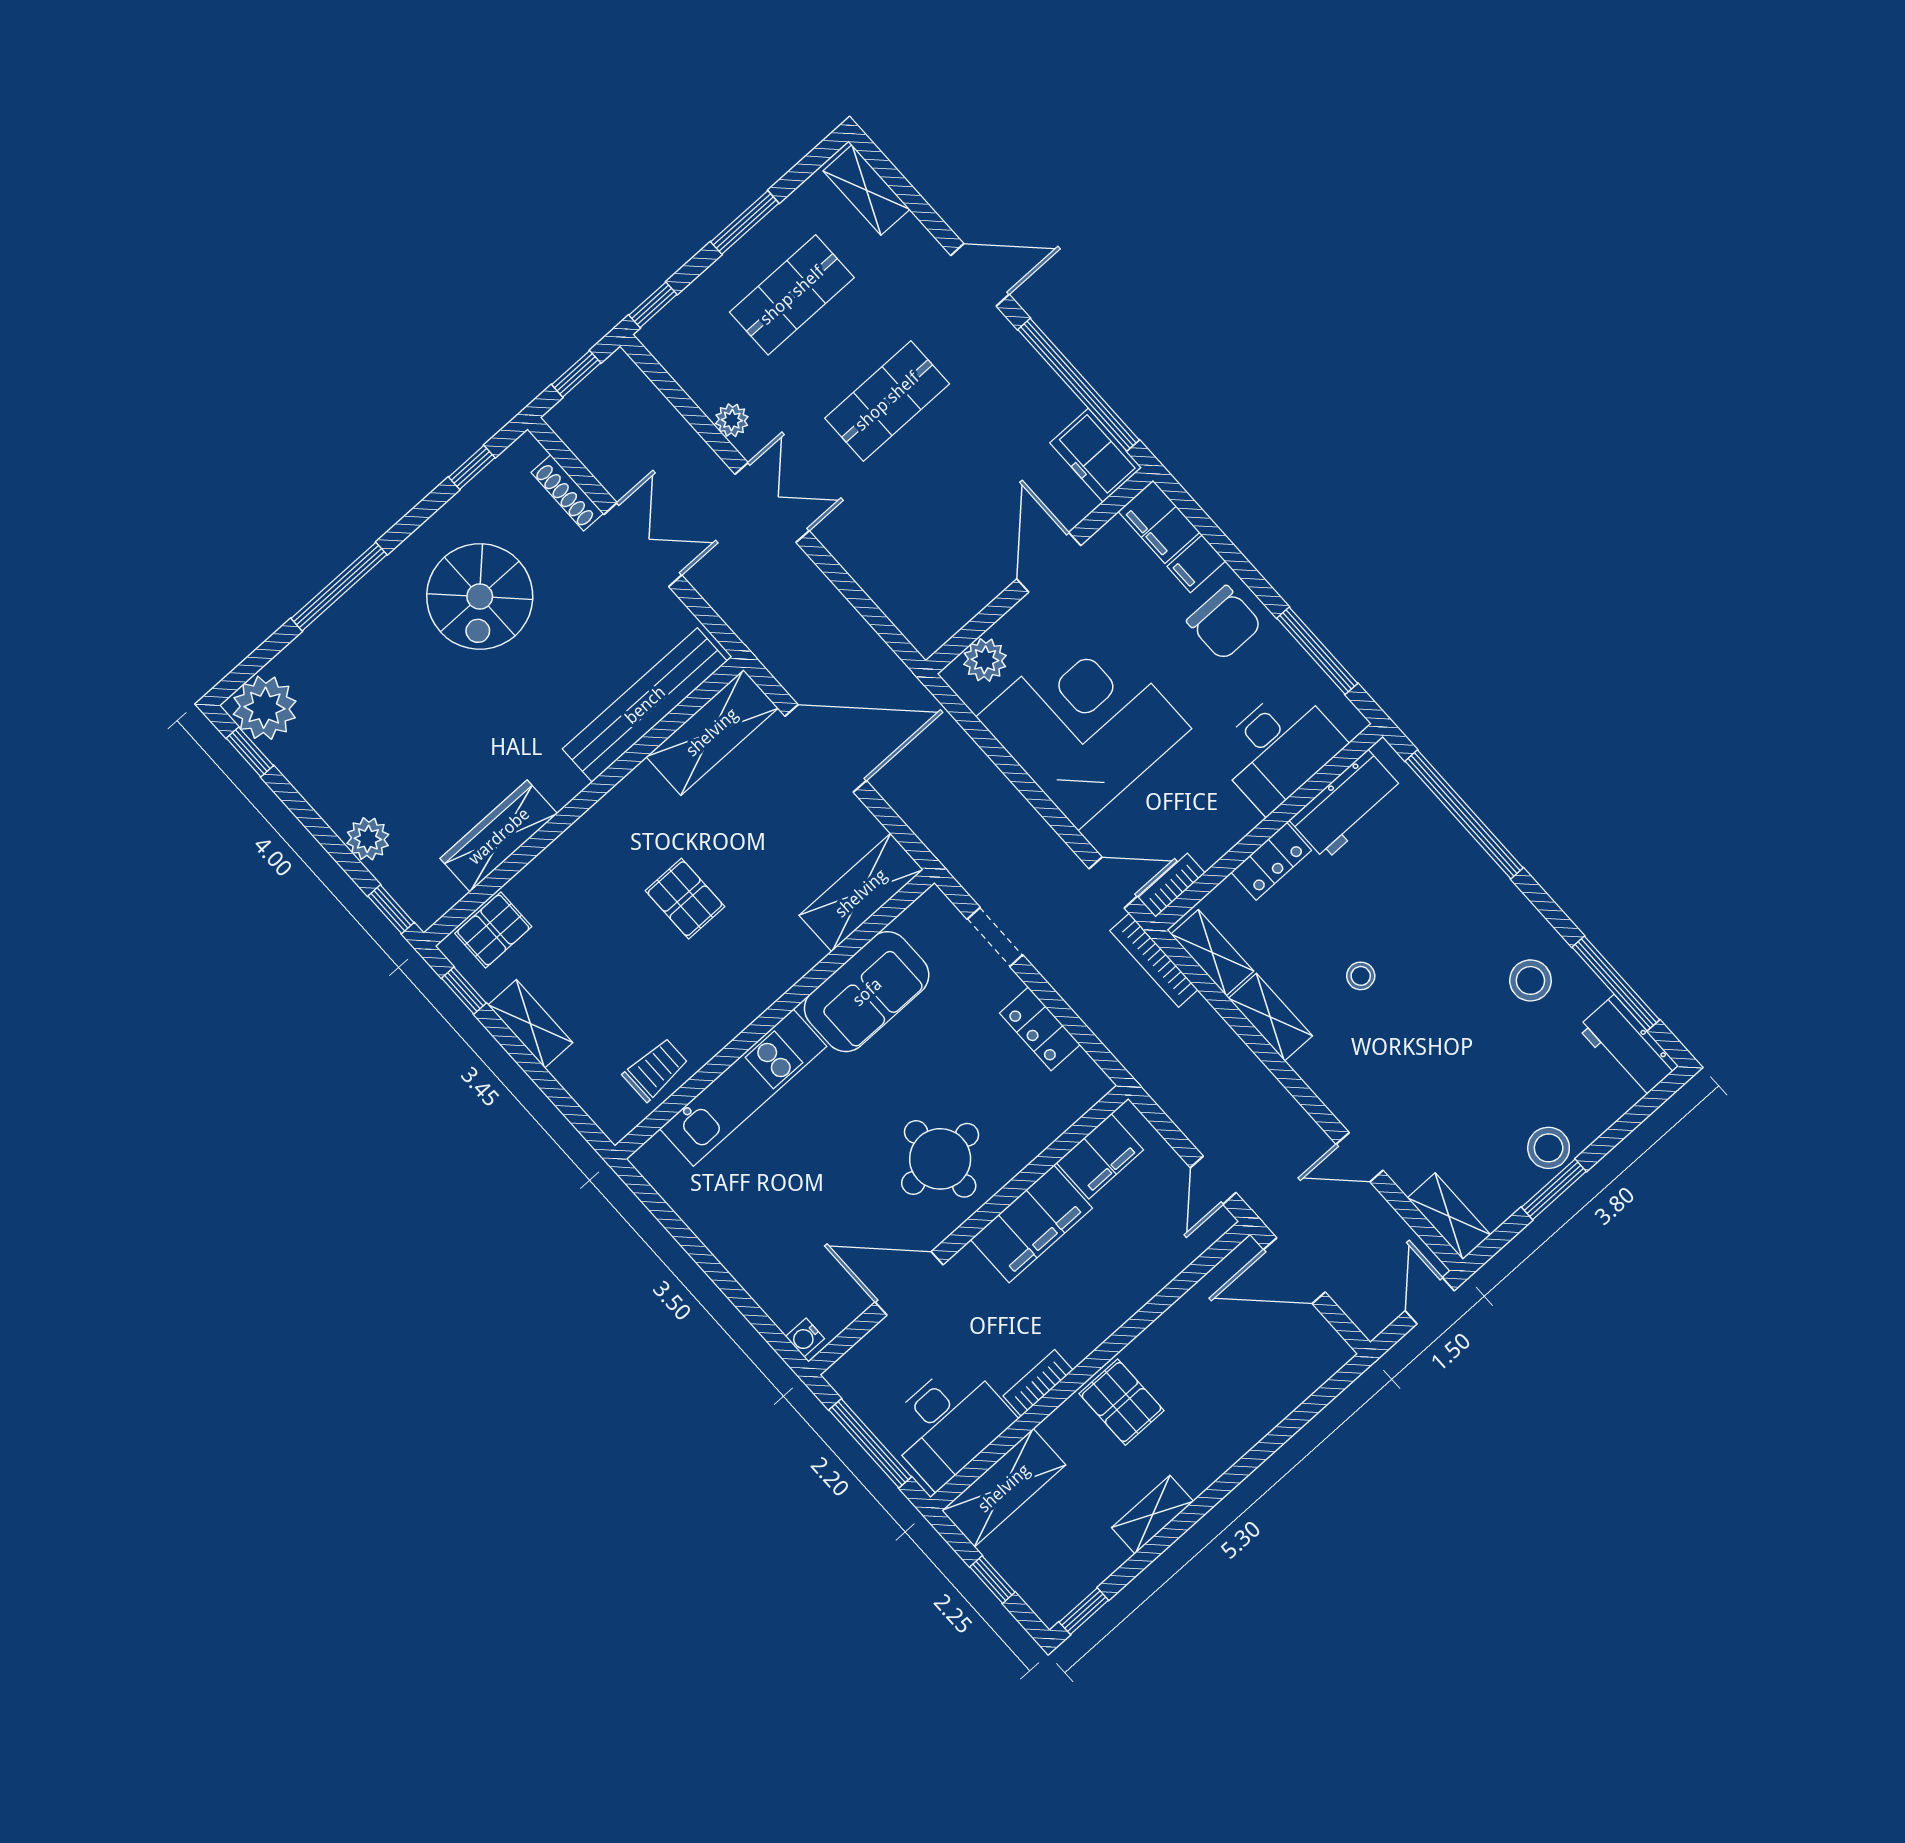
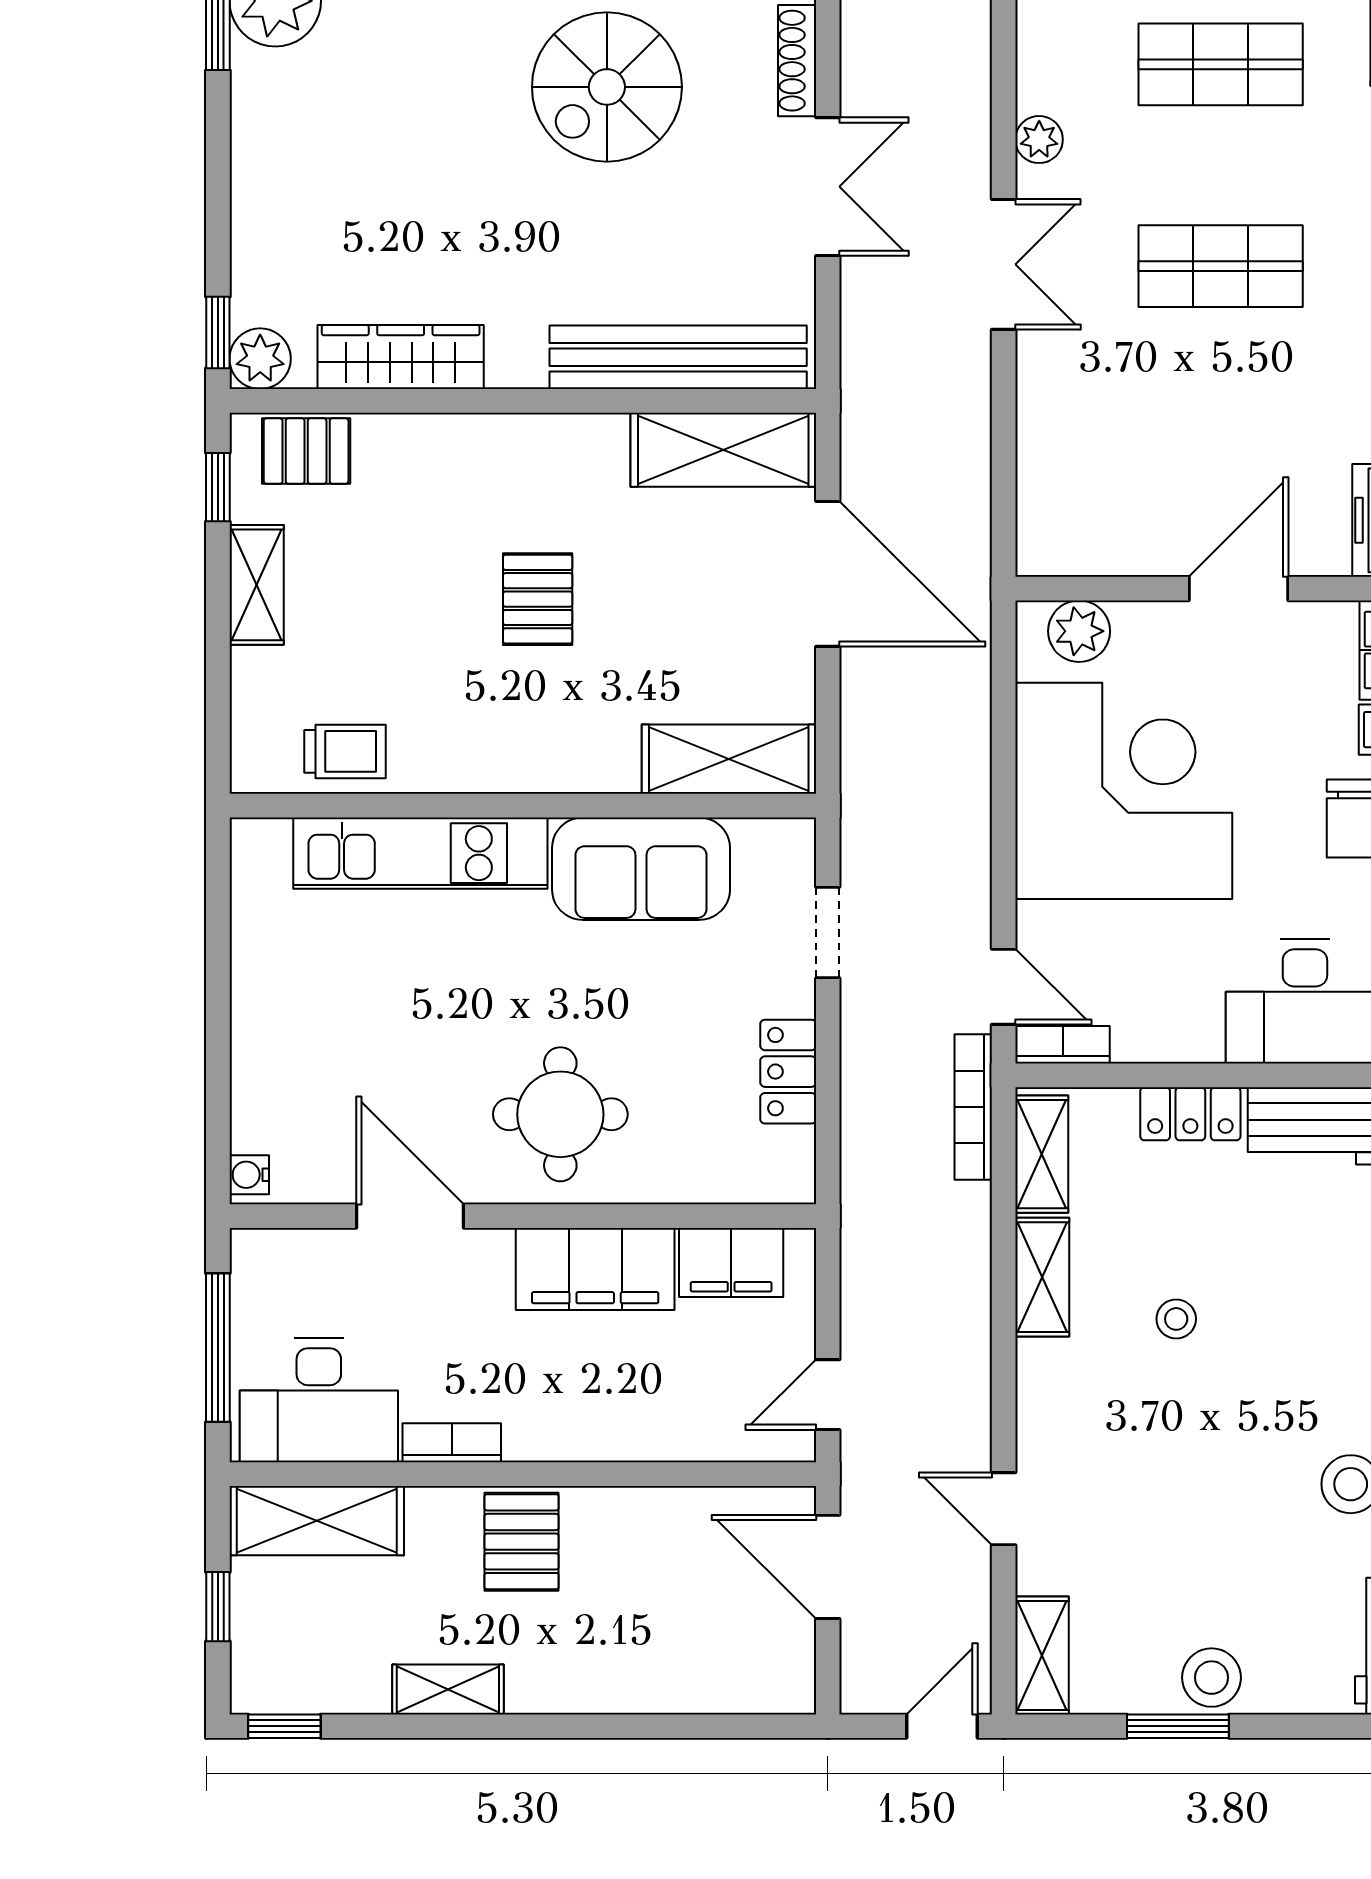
plant: (368, 839) -> (260, 359), moved

